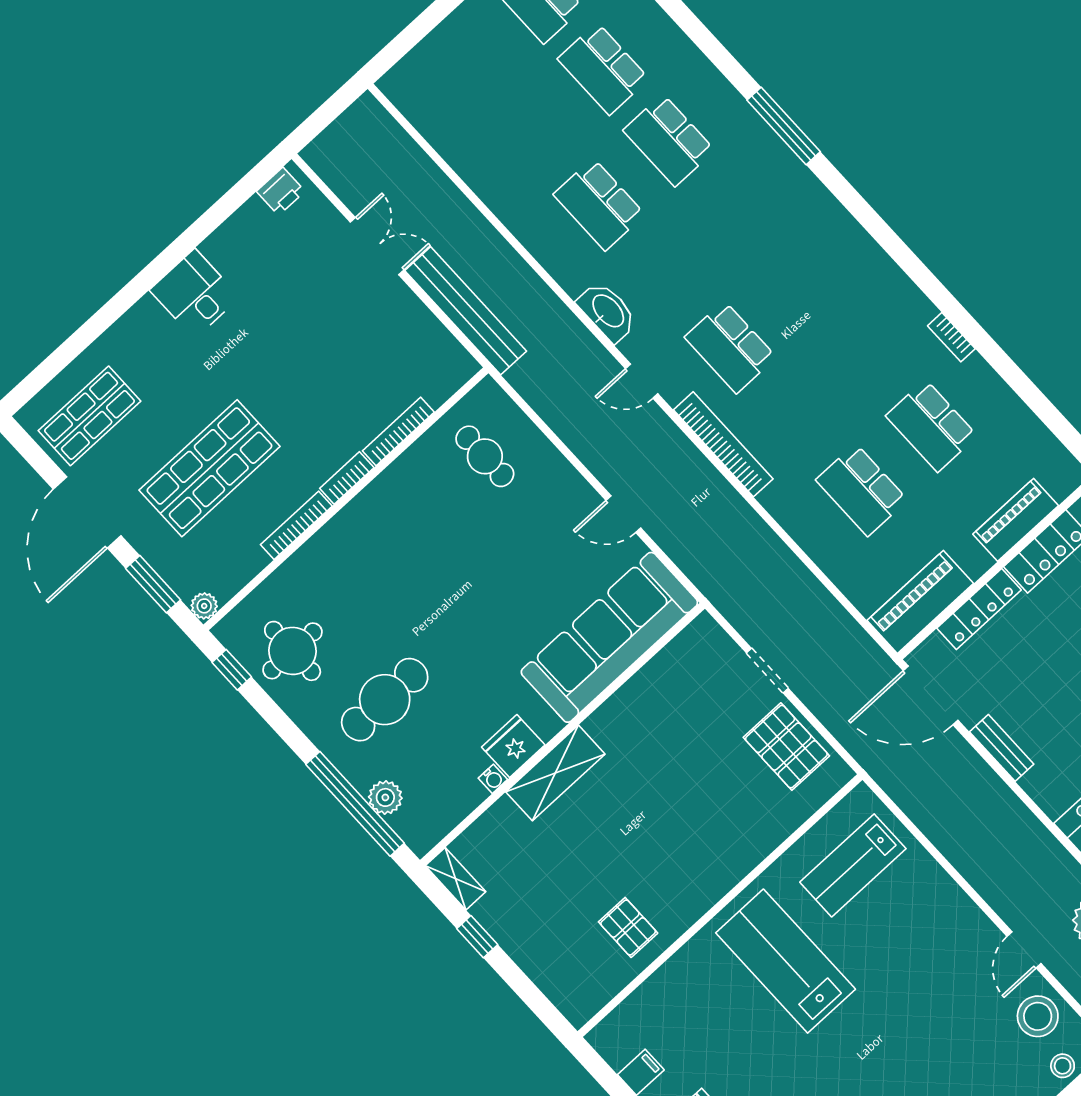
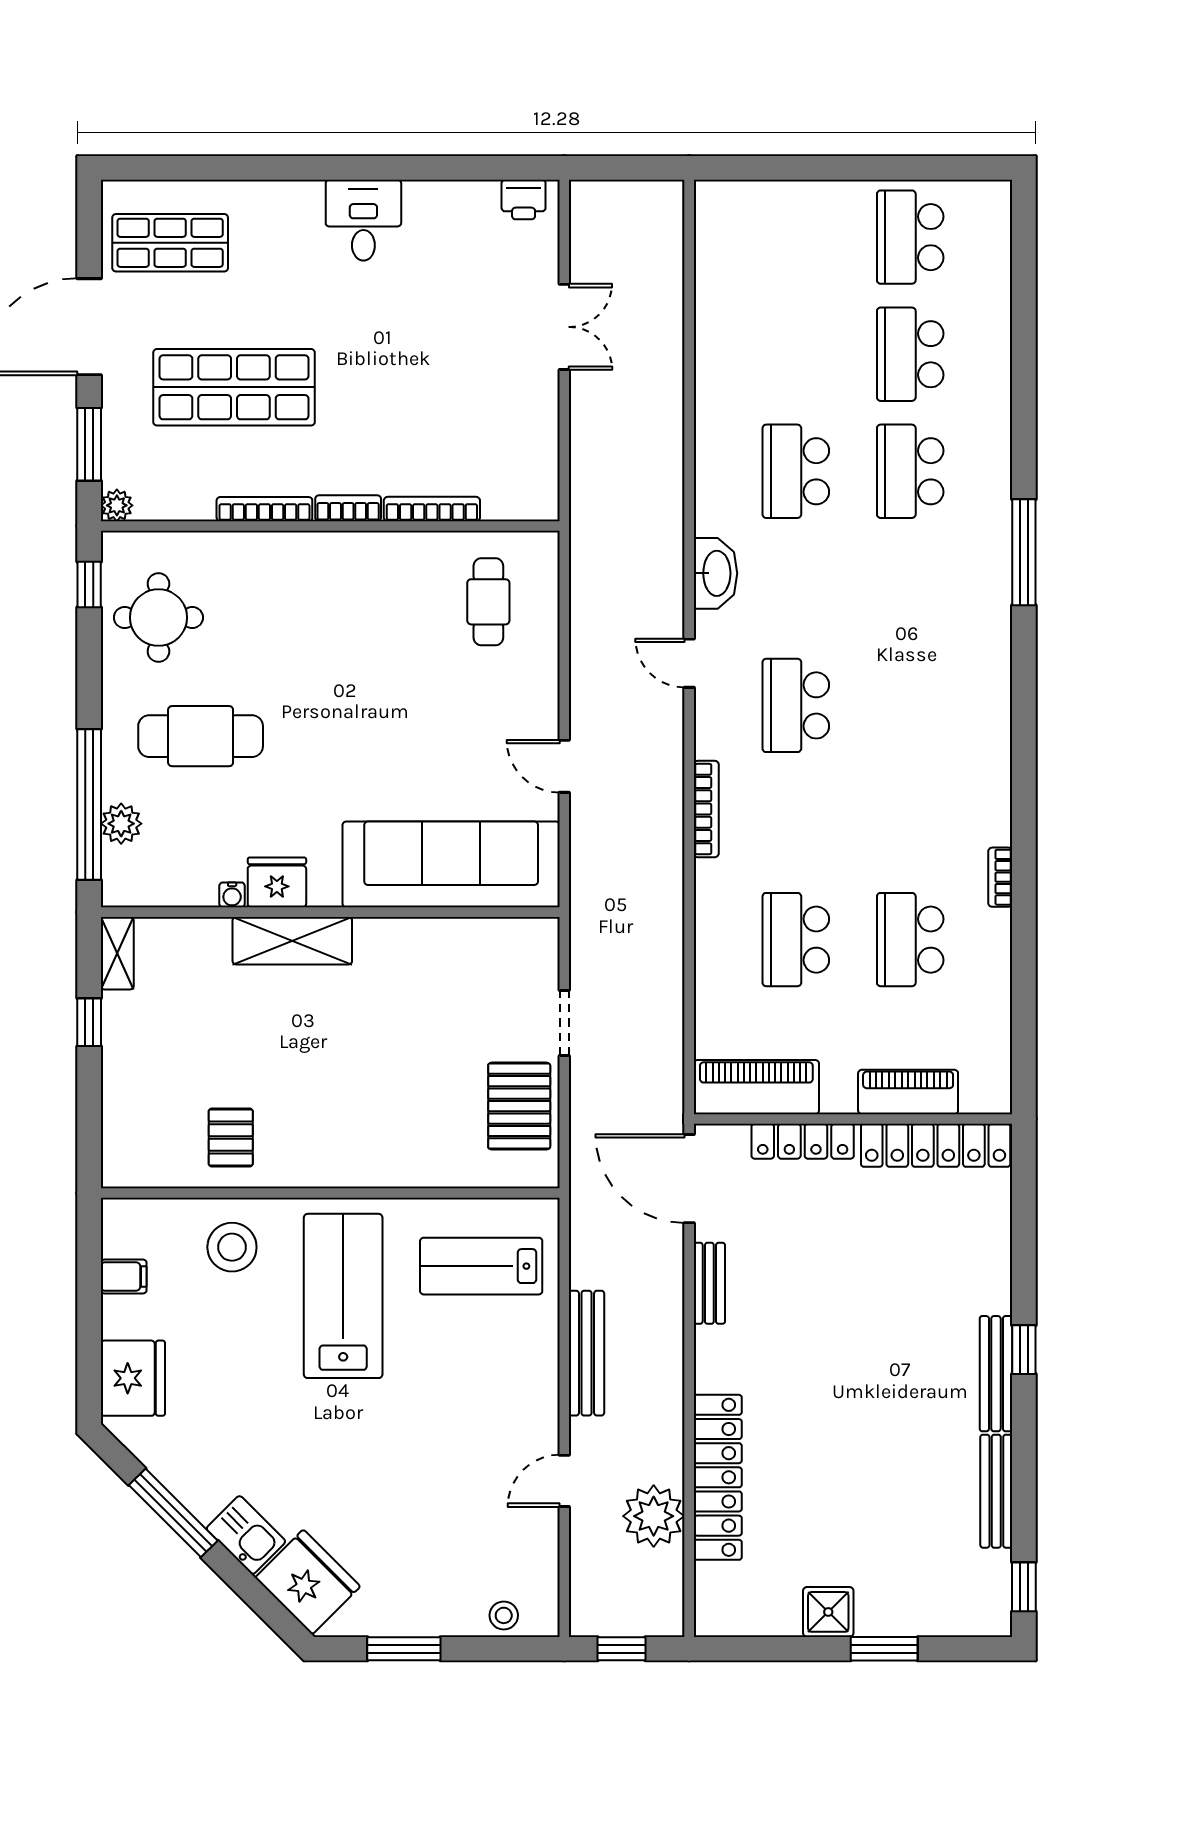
bench: (466, 311) -> (587, 1353), moved, width x0.73, depth x0.82
bookcase: (723, 444) -> (706, 809), width x0.68, depth x0.76
stool: (1038, 1016) -> (232, 1247), moved

